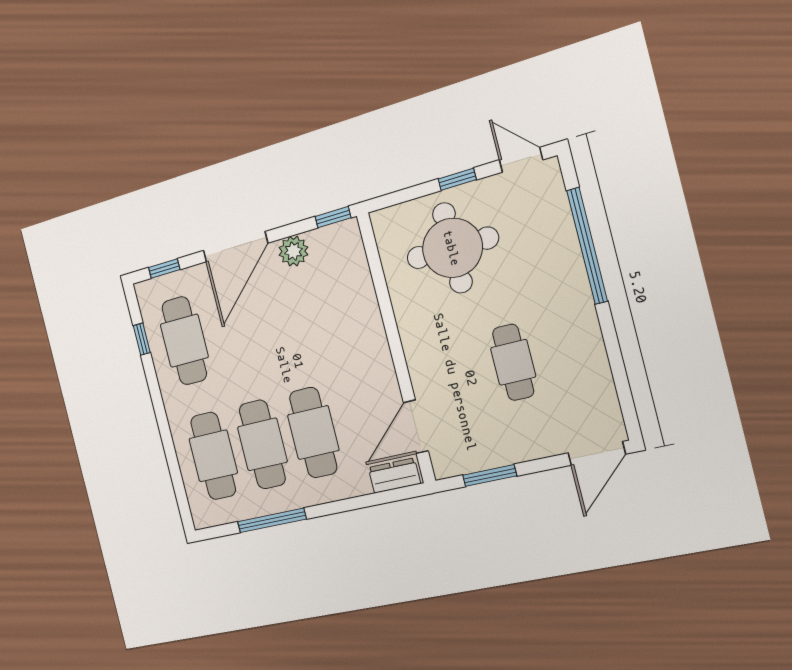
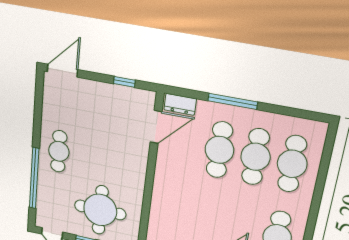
cafe table: (513, 362) -> (59, 151), moved
window: (490, 476) -> (124, 82), width x0.67
window: (272, 520) -> (233, 101), moved

